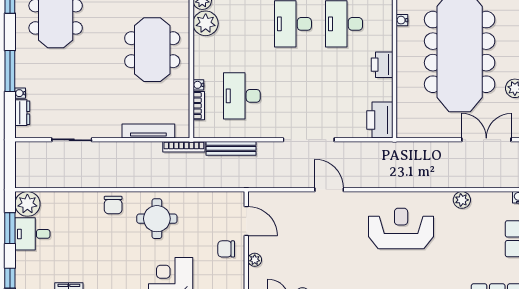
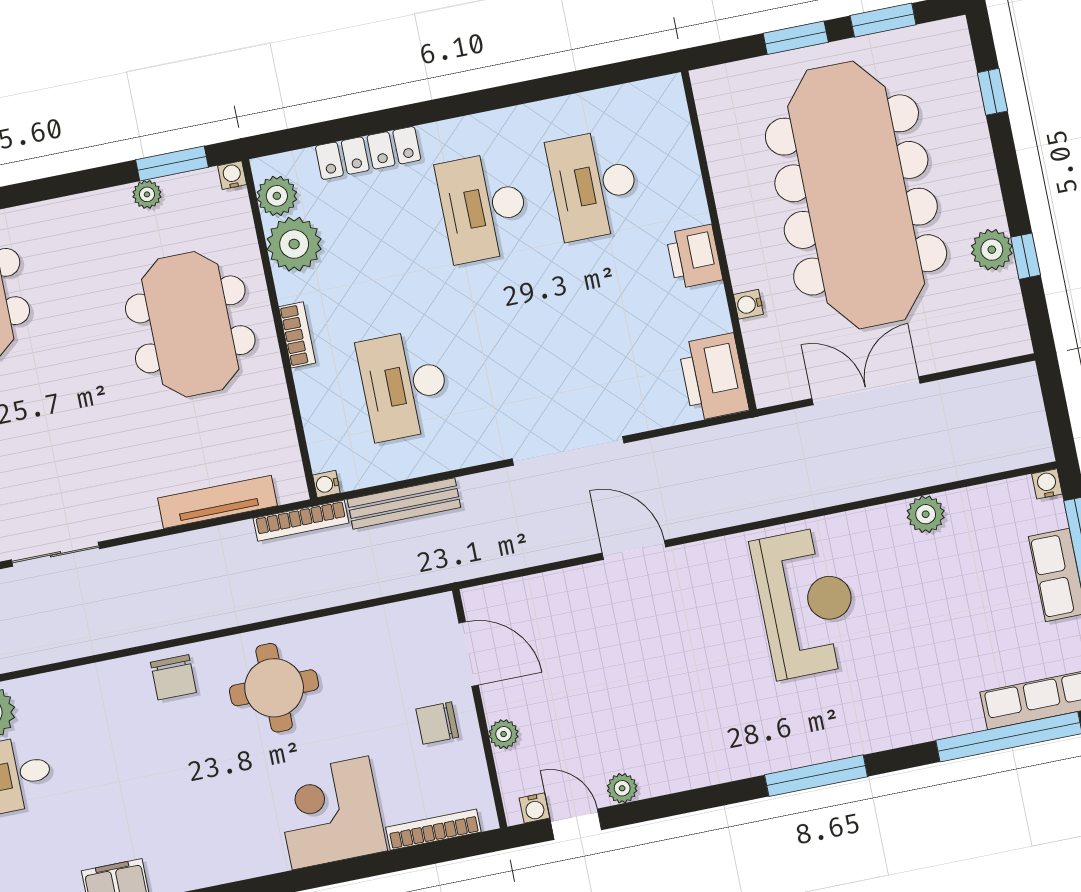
water cooler: (402, 20) -> (748, 304), moved
water cooler: (198, 85) -> (326, 484), moved
bookcase: (199, 106) -> (297, 335), moved
double door: (486, 140) -> (866, 391), moved
reception desk: (401, 228) -> (806, 602), turned 90

